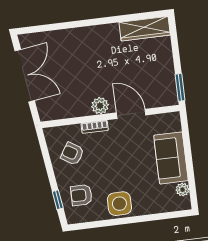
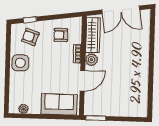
wardrobe: (145, 29) -> (93, 35), moved, turned 180
armchair: (72, 154) -> (61, 35), turned -122
sofa: (171, 158) -> (59, 104), moved
armchair: (81, 195) -> (30, 37), turned -71

